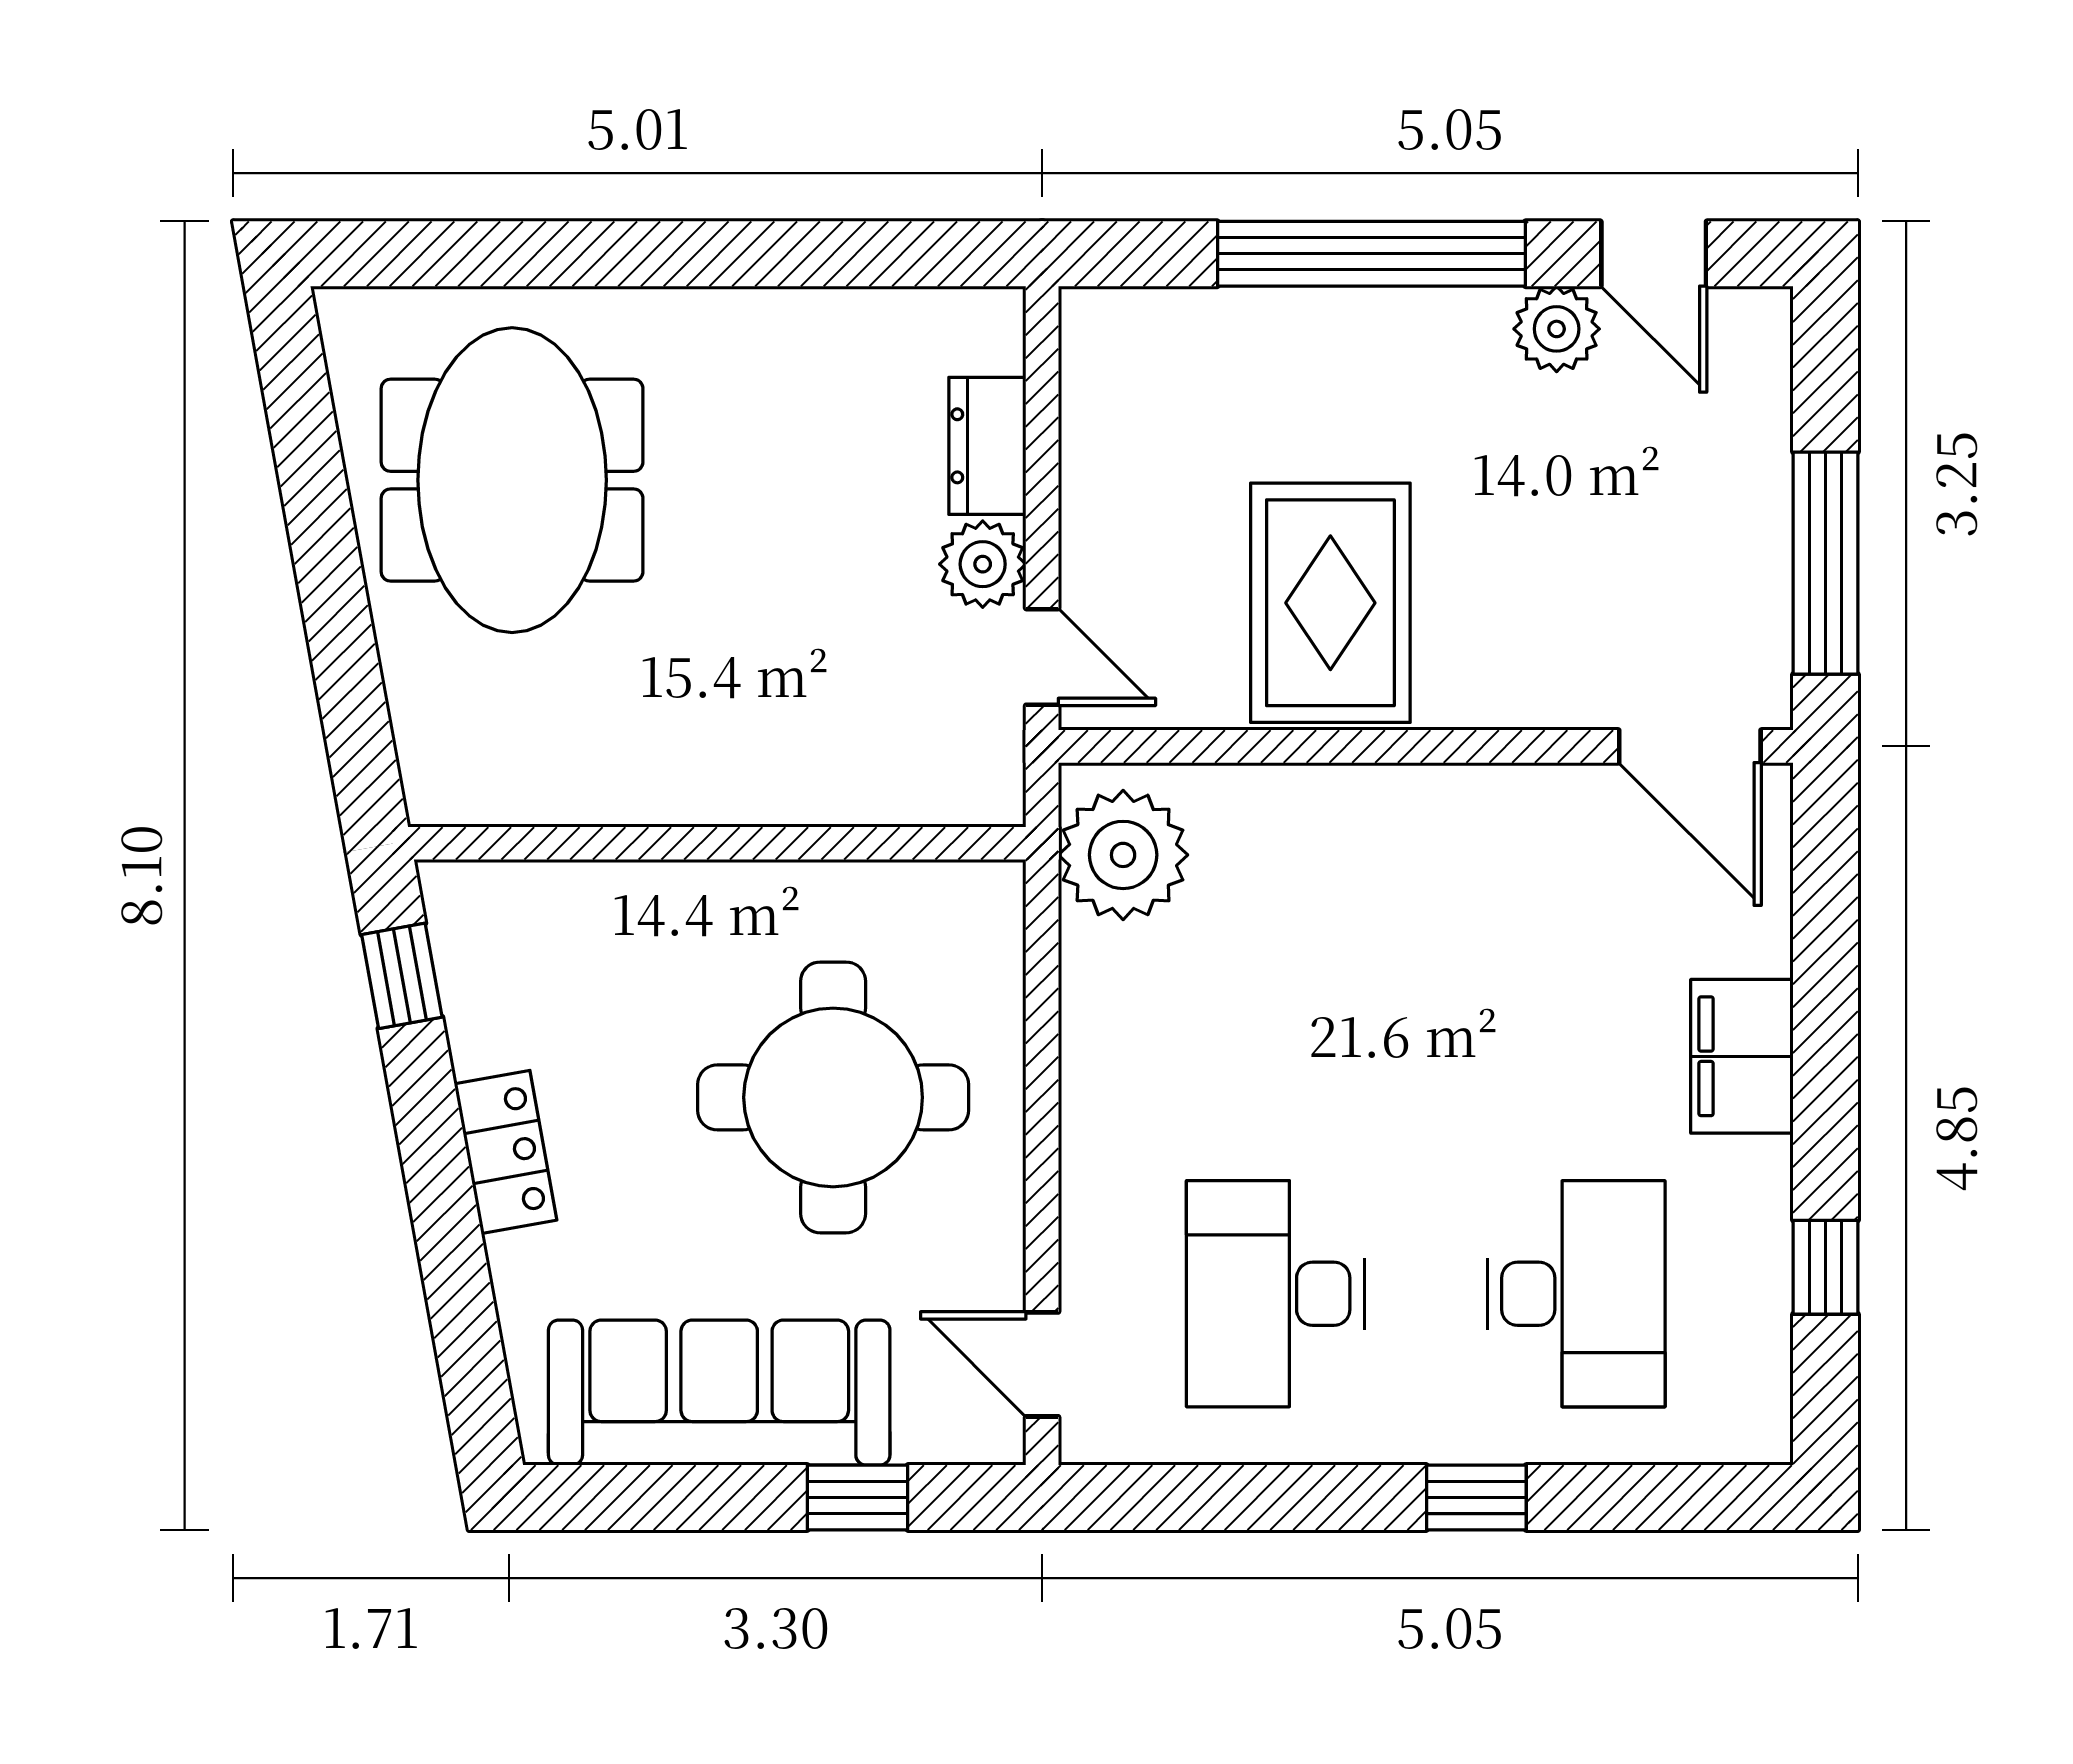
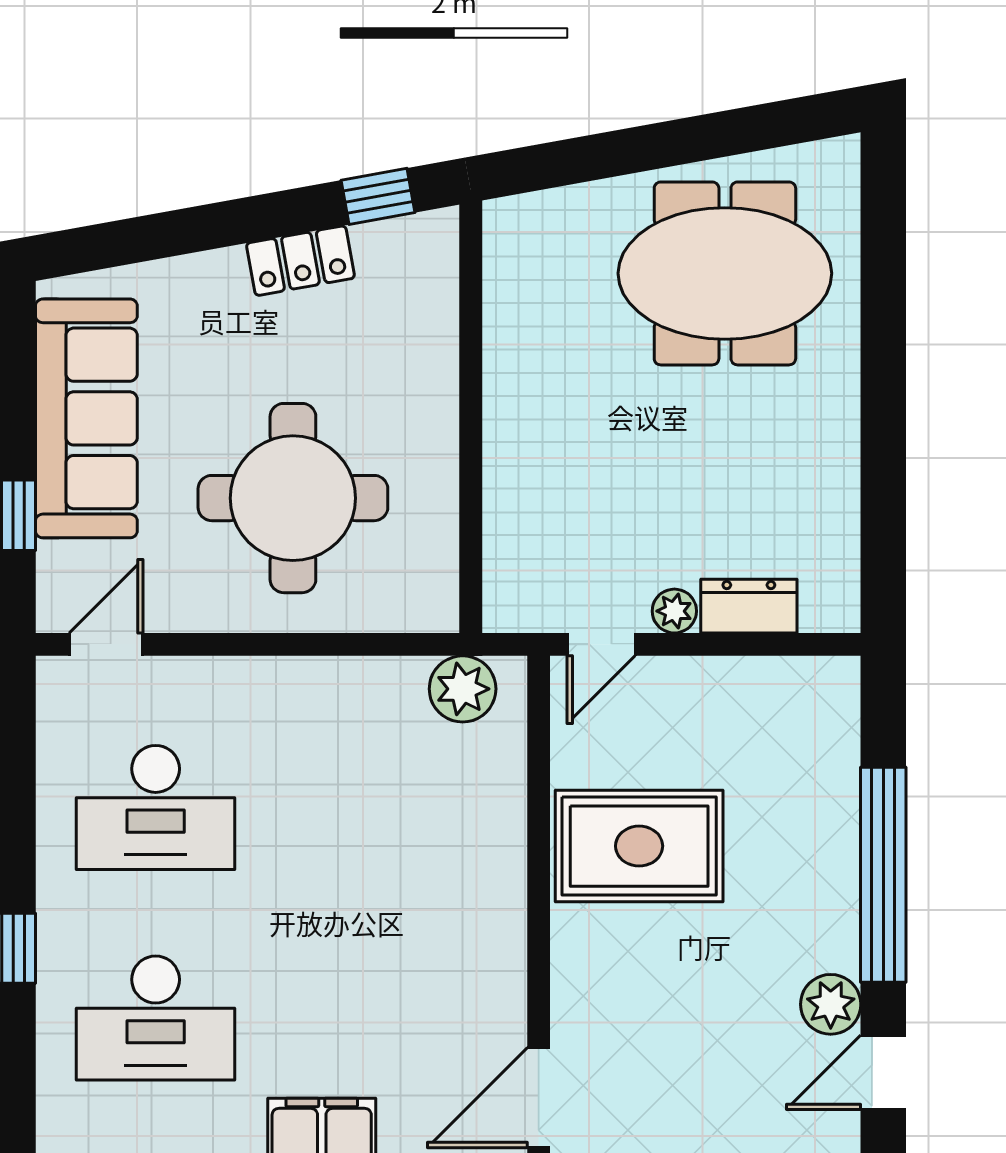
plant: (983, 564) -> (674, 611), width x0.73, depth x0.73
plant: (1123, 855) -> (463, 689), width x0.73, depth x0.73
locker: (506, 1152) -> (300, 261), moved
desk: (1275, 1294) -> (156, 807), turned 180

